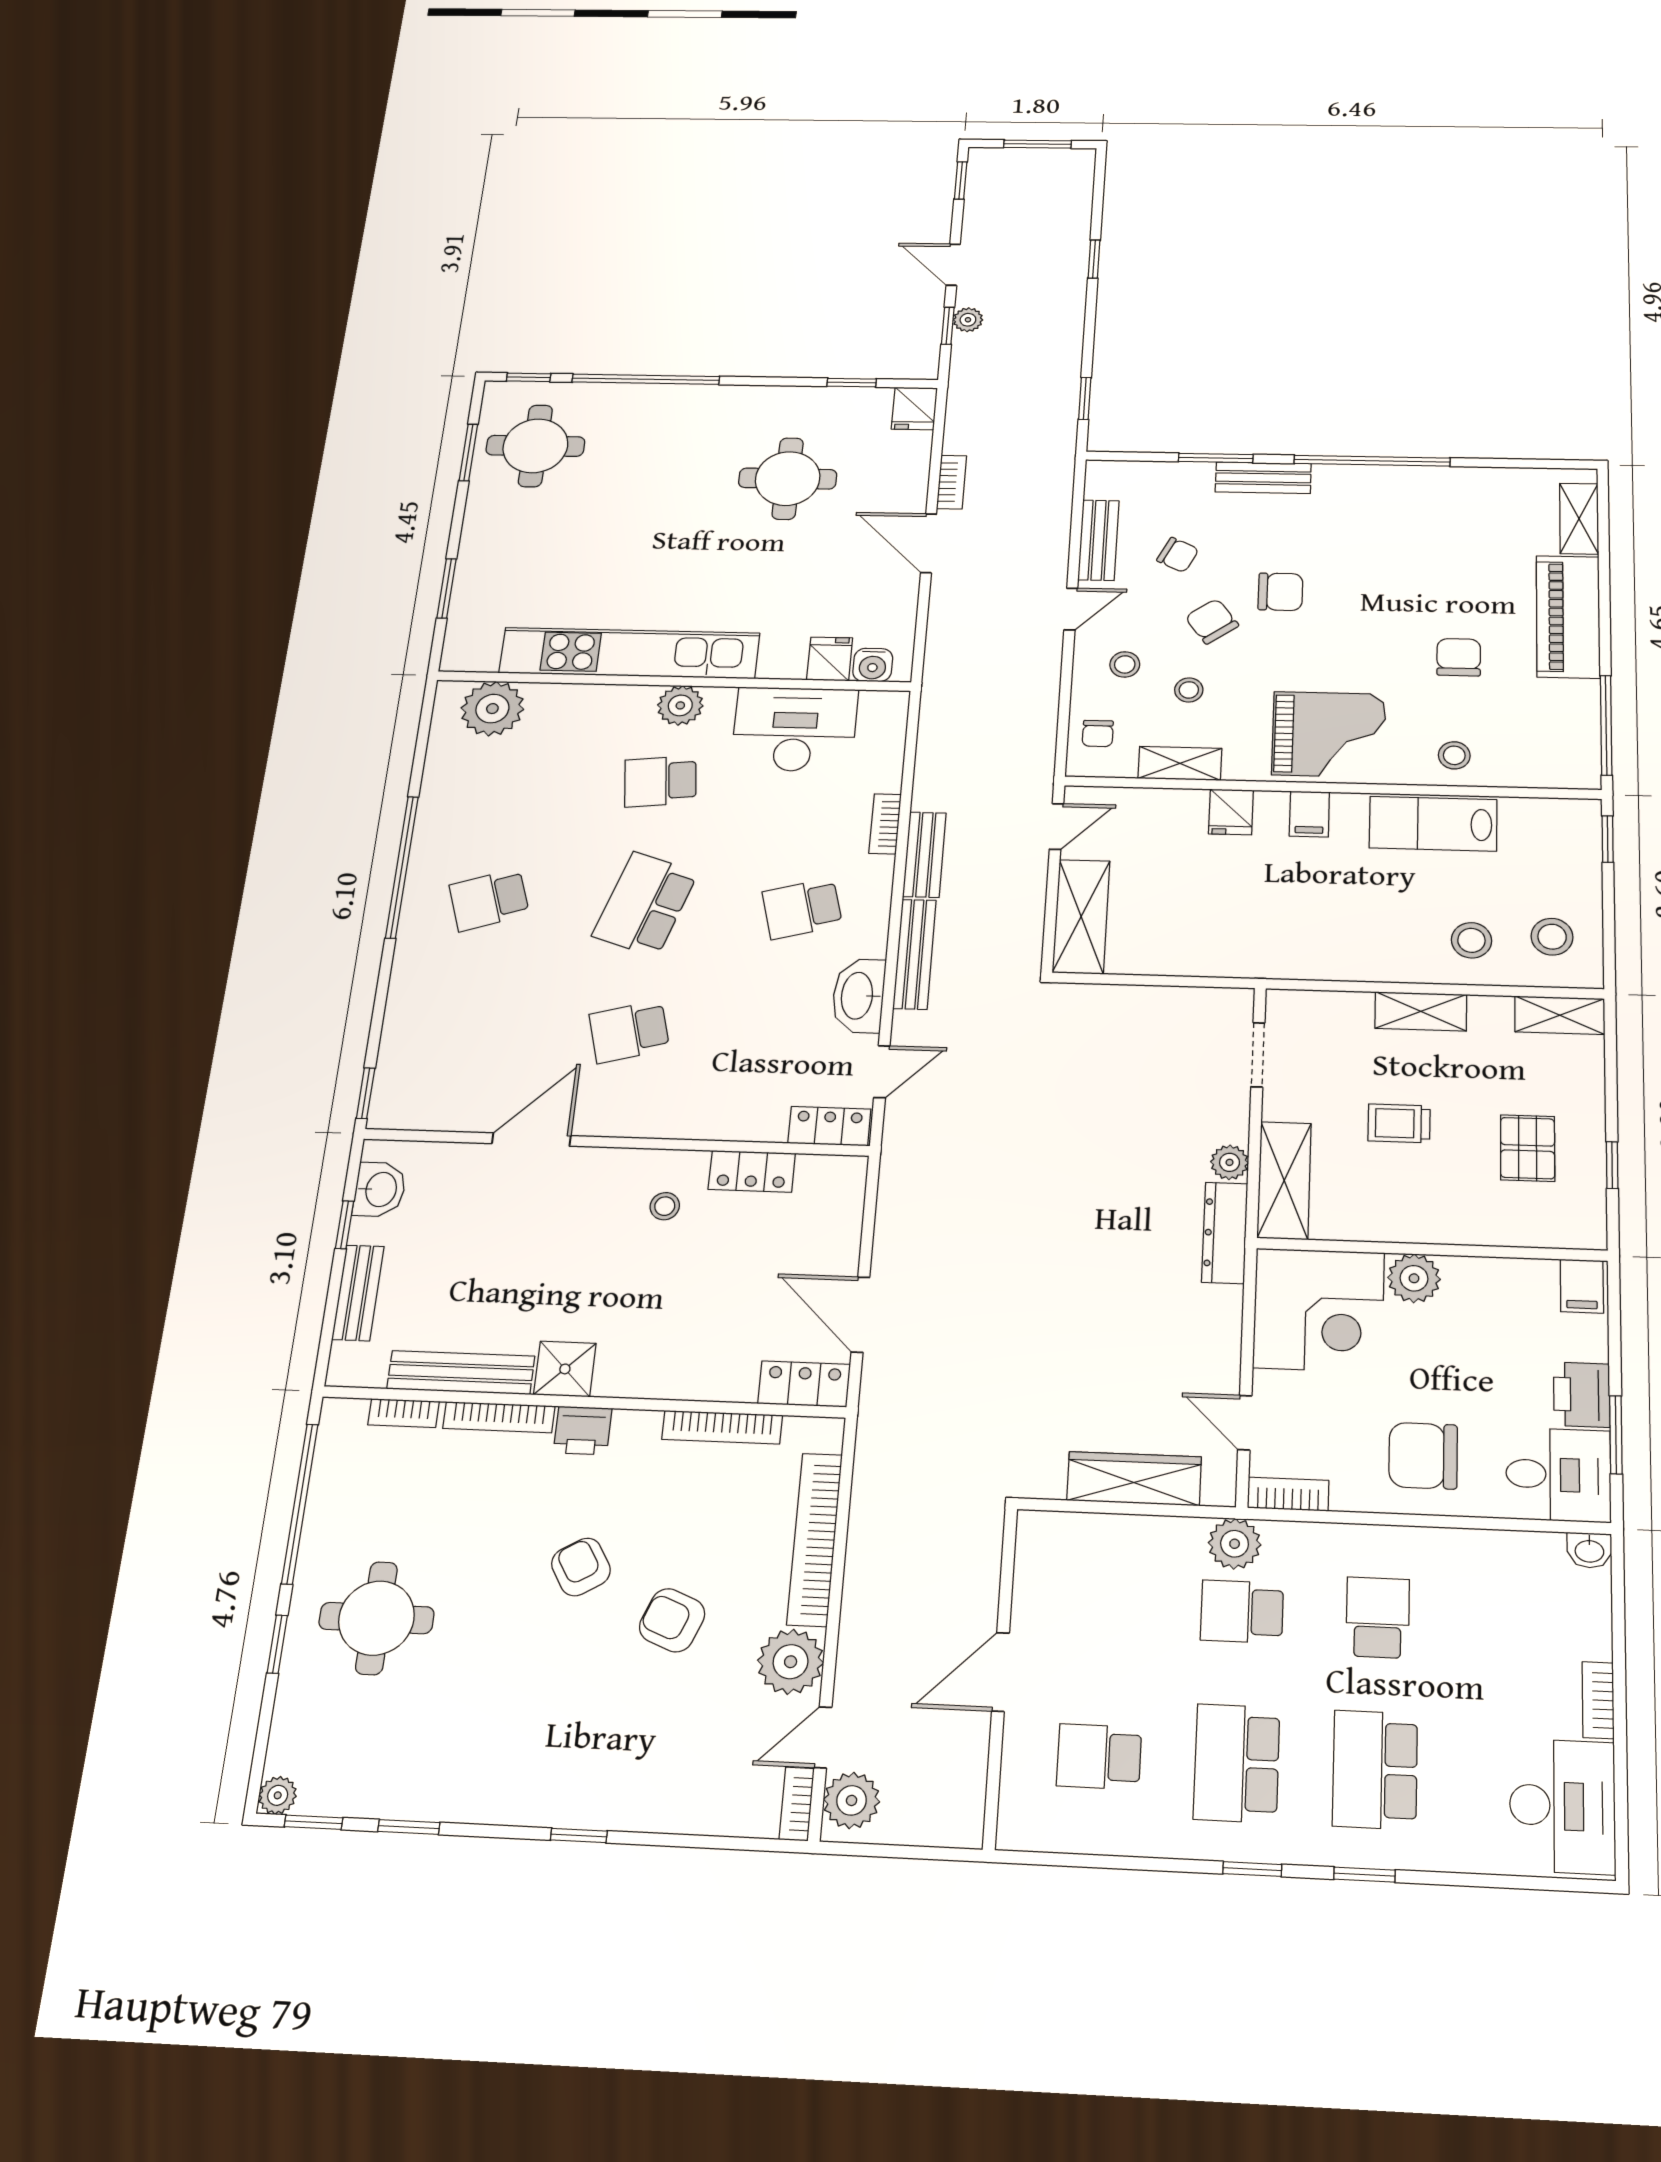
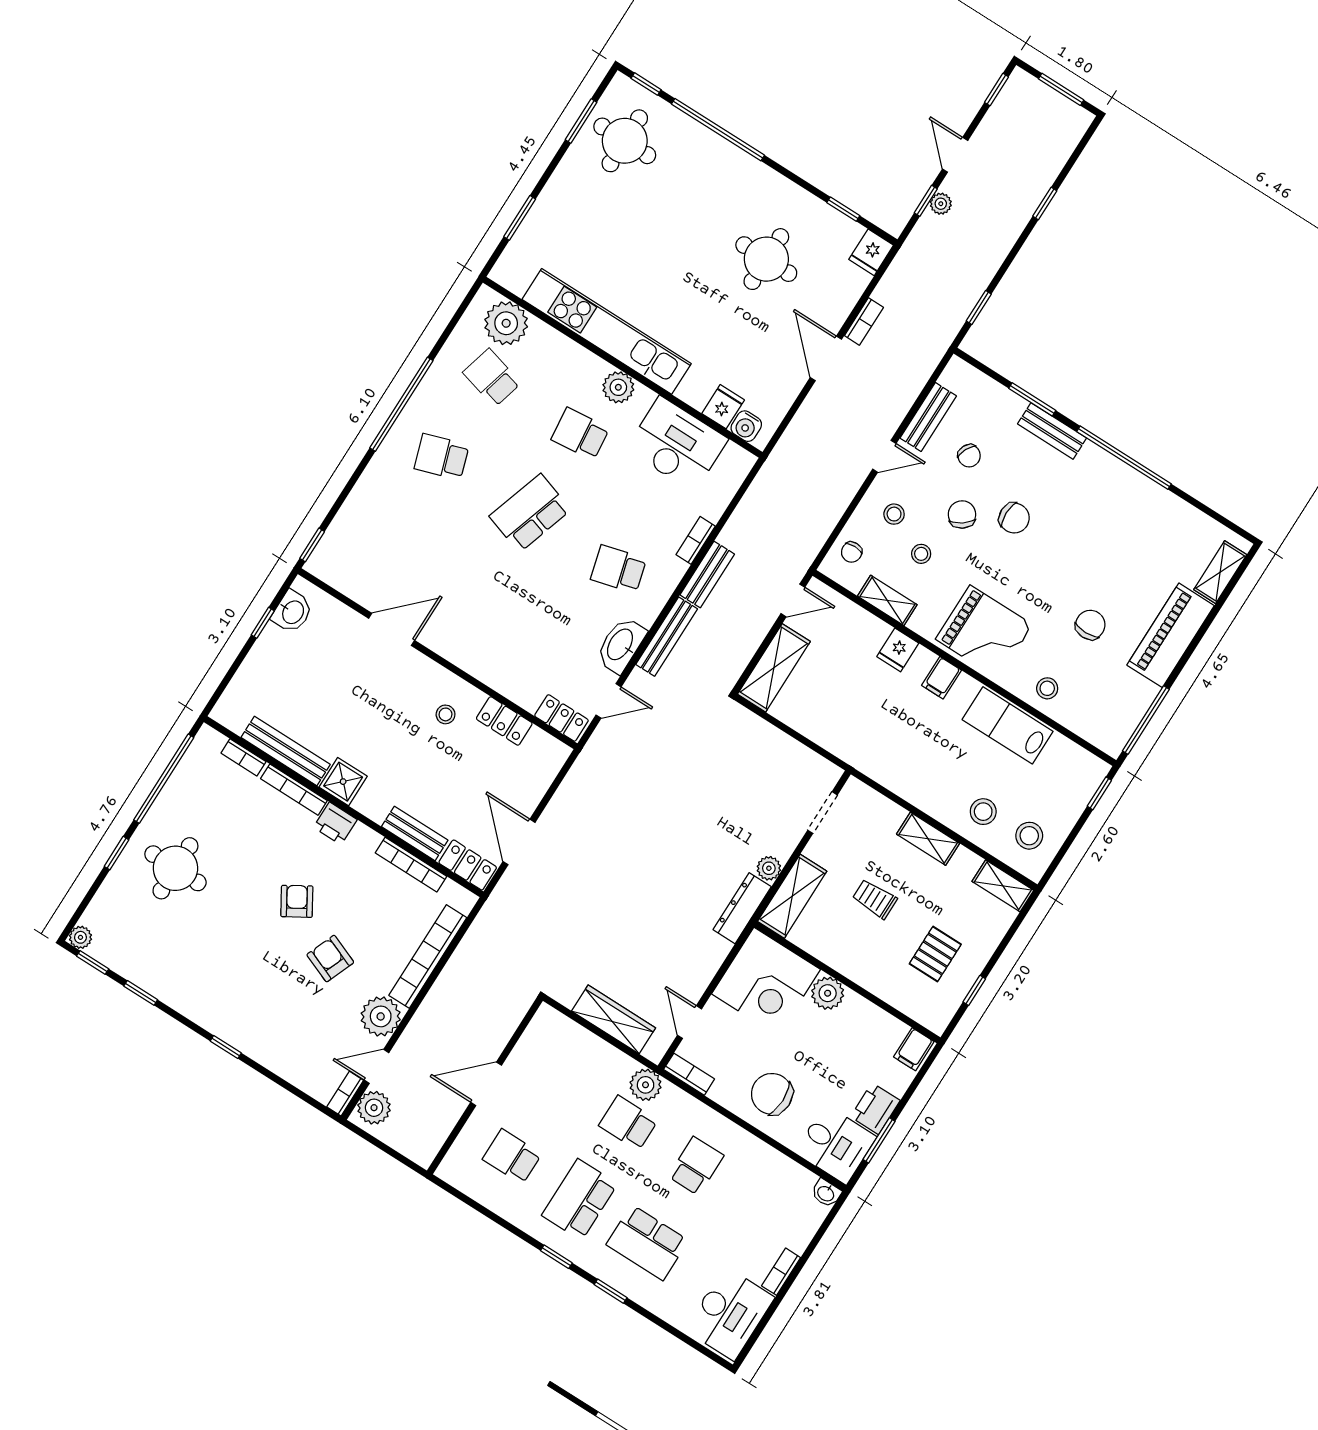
school desk: (629, 1032) -> (492, 378), moved, turned 30
bench: (358, 1293) -> (415, 833), moved, turned 90
school desk: (1375, 1770) -> (647, 1243), turned -90

